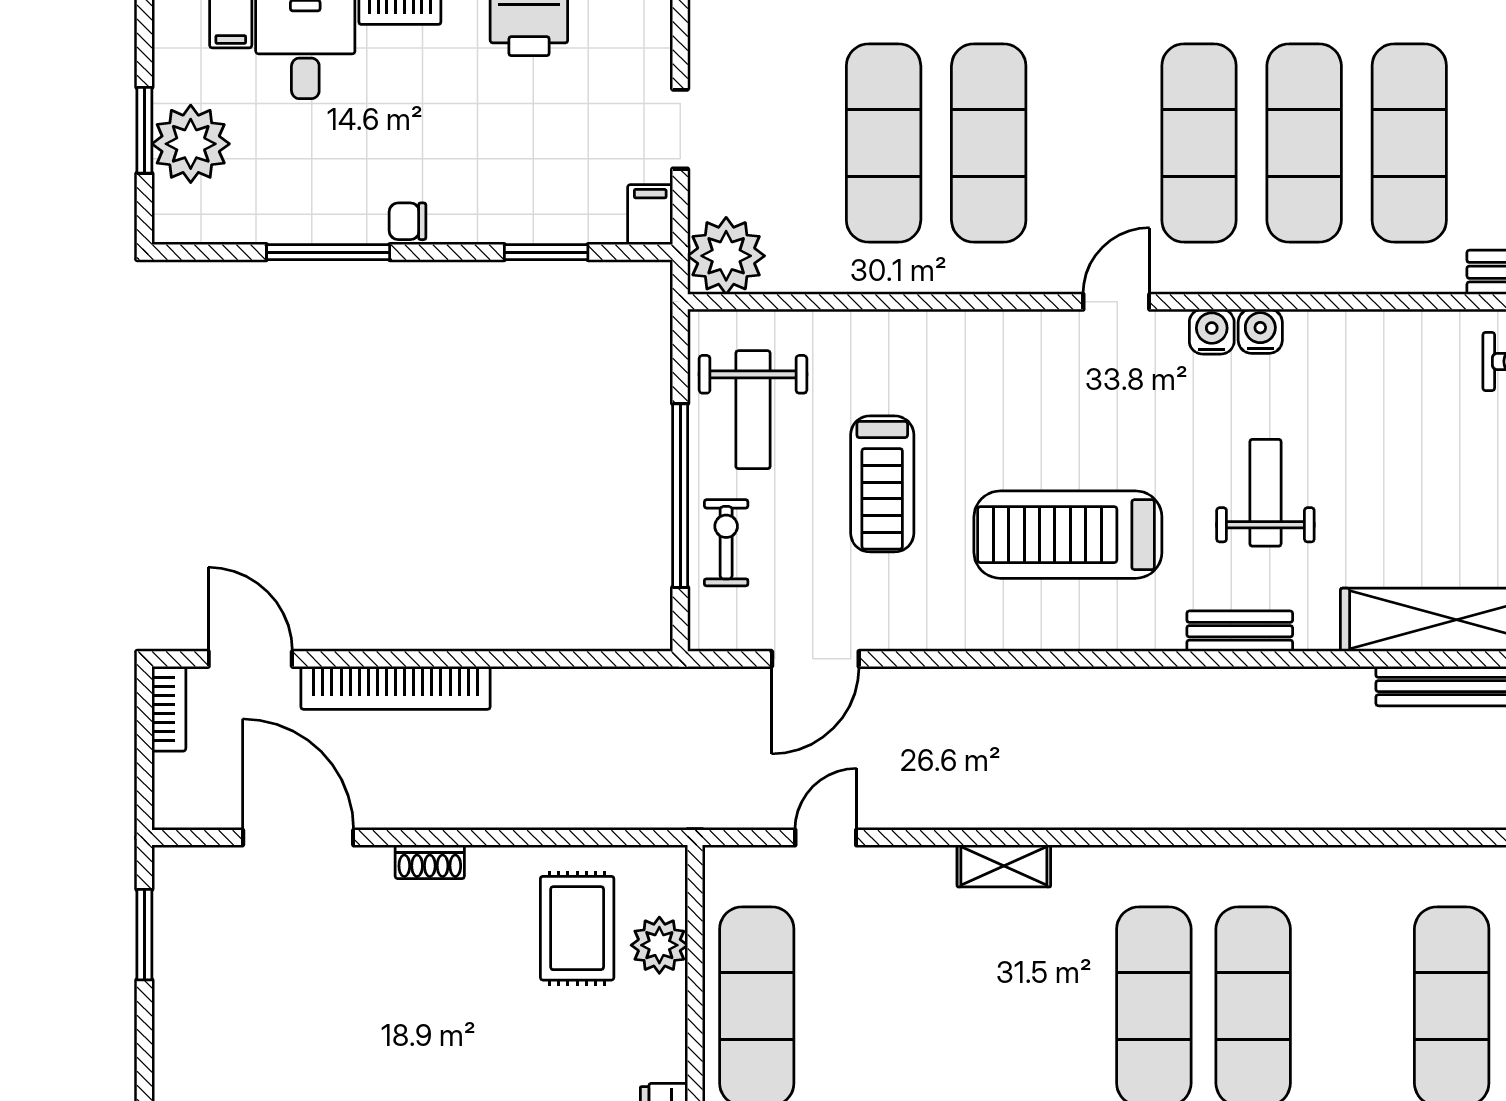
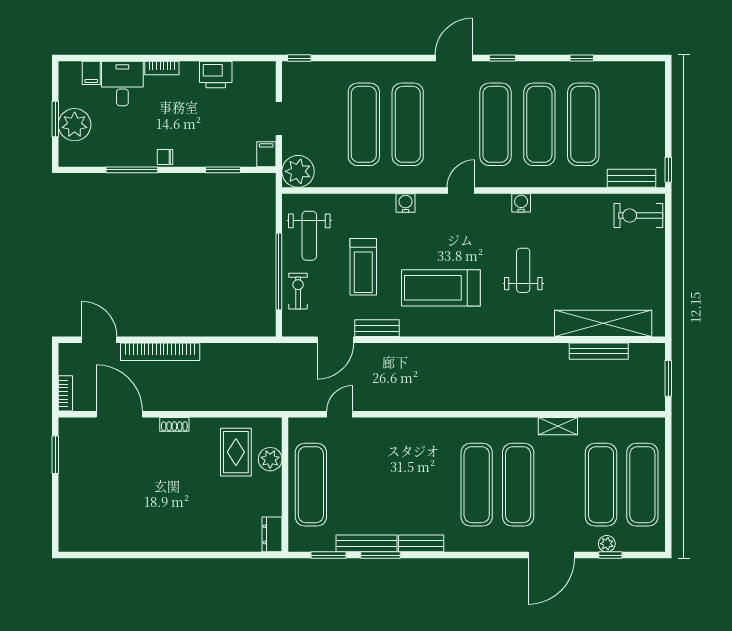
water cooler: (1212, 332) -> (406, 203), moved
bench: (1240, 631) -> (377, 328), moved
bookcase: (169, 709) -> (65, 393), moved
shelving: (1004, 866) -> (558, 426), moved

